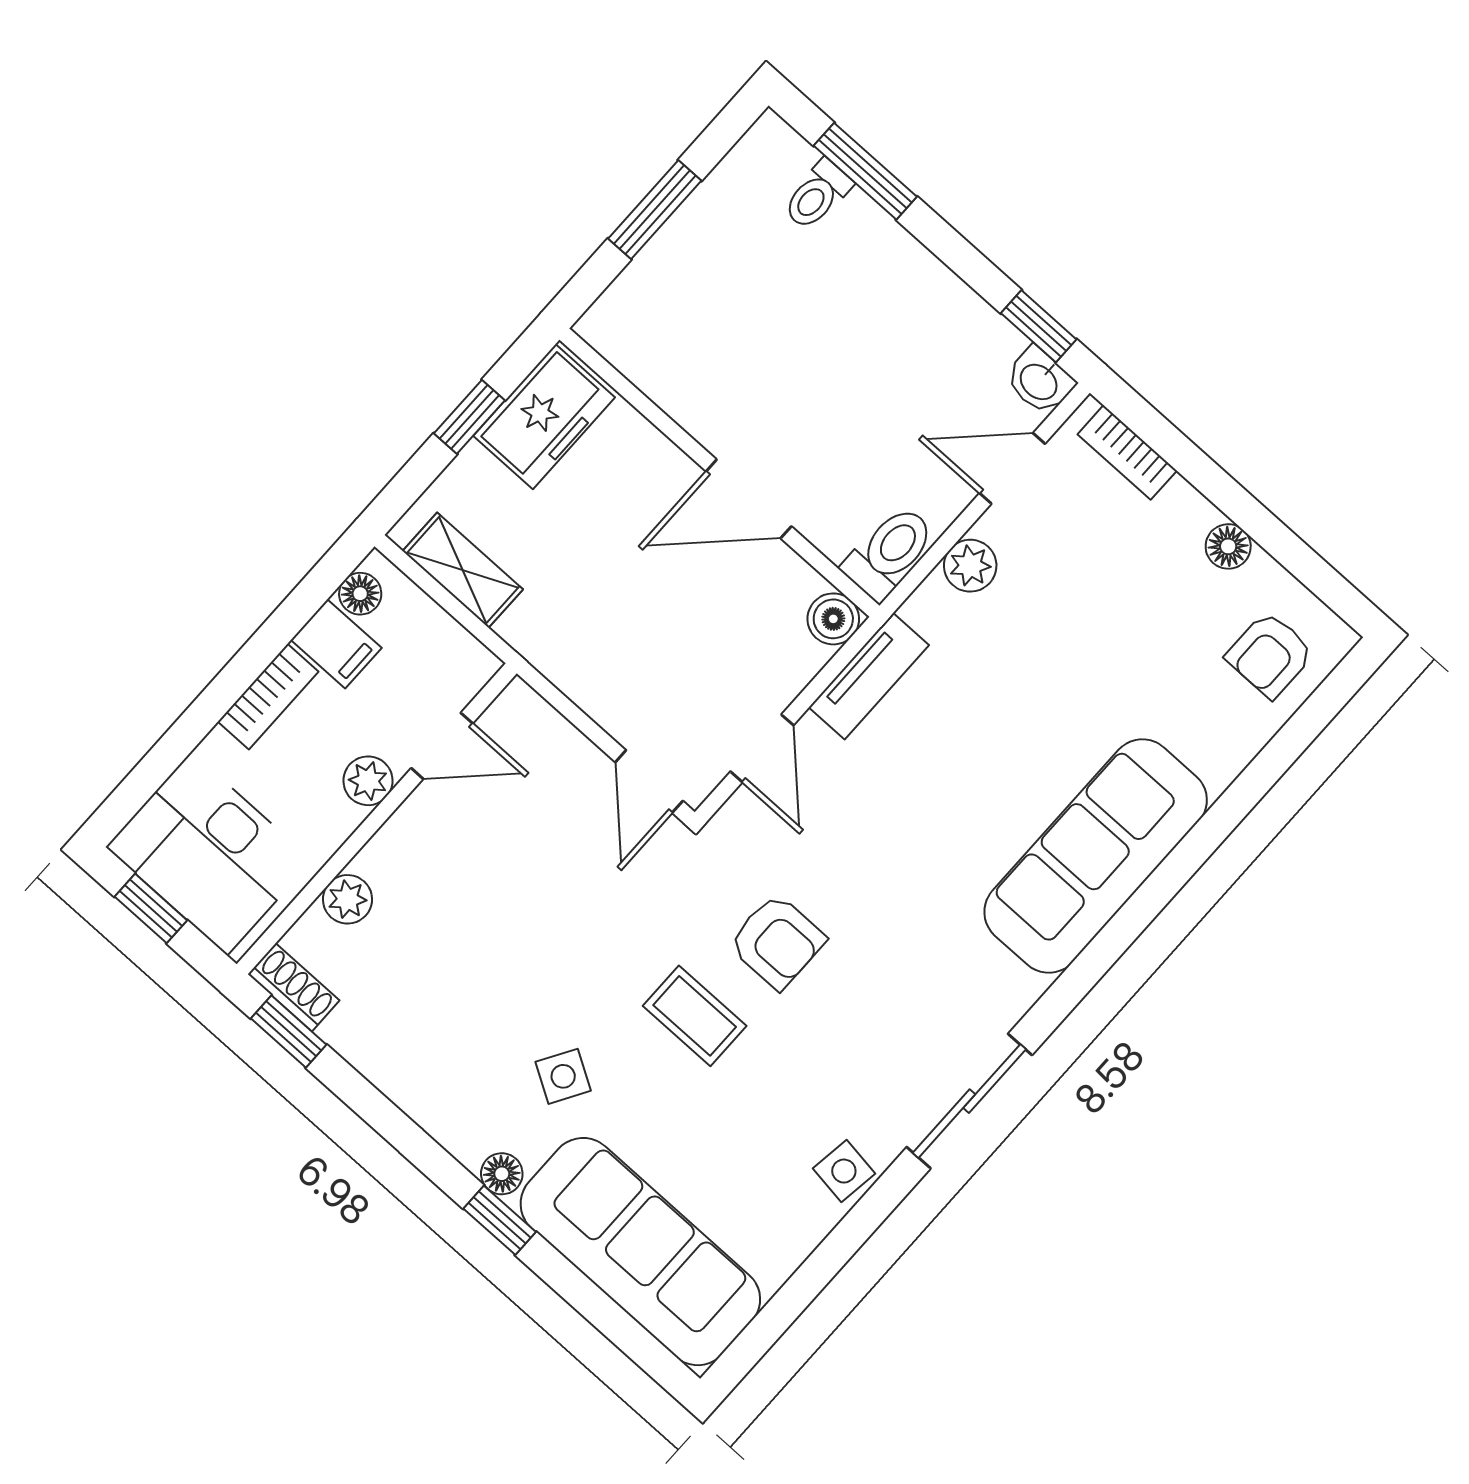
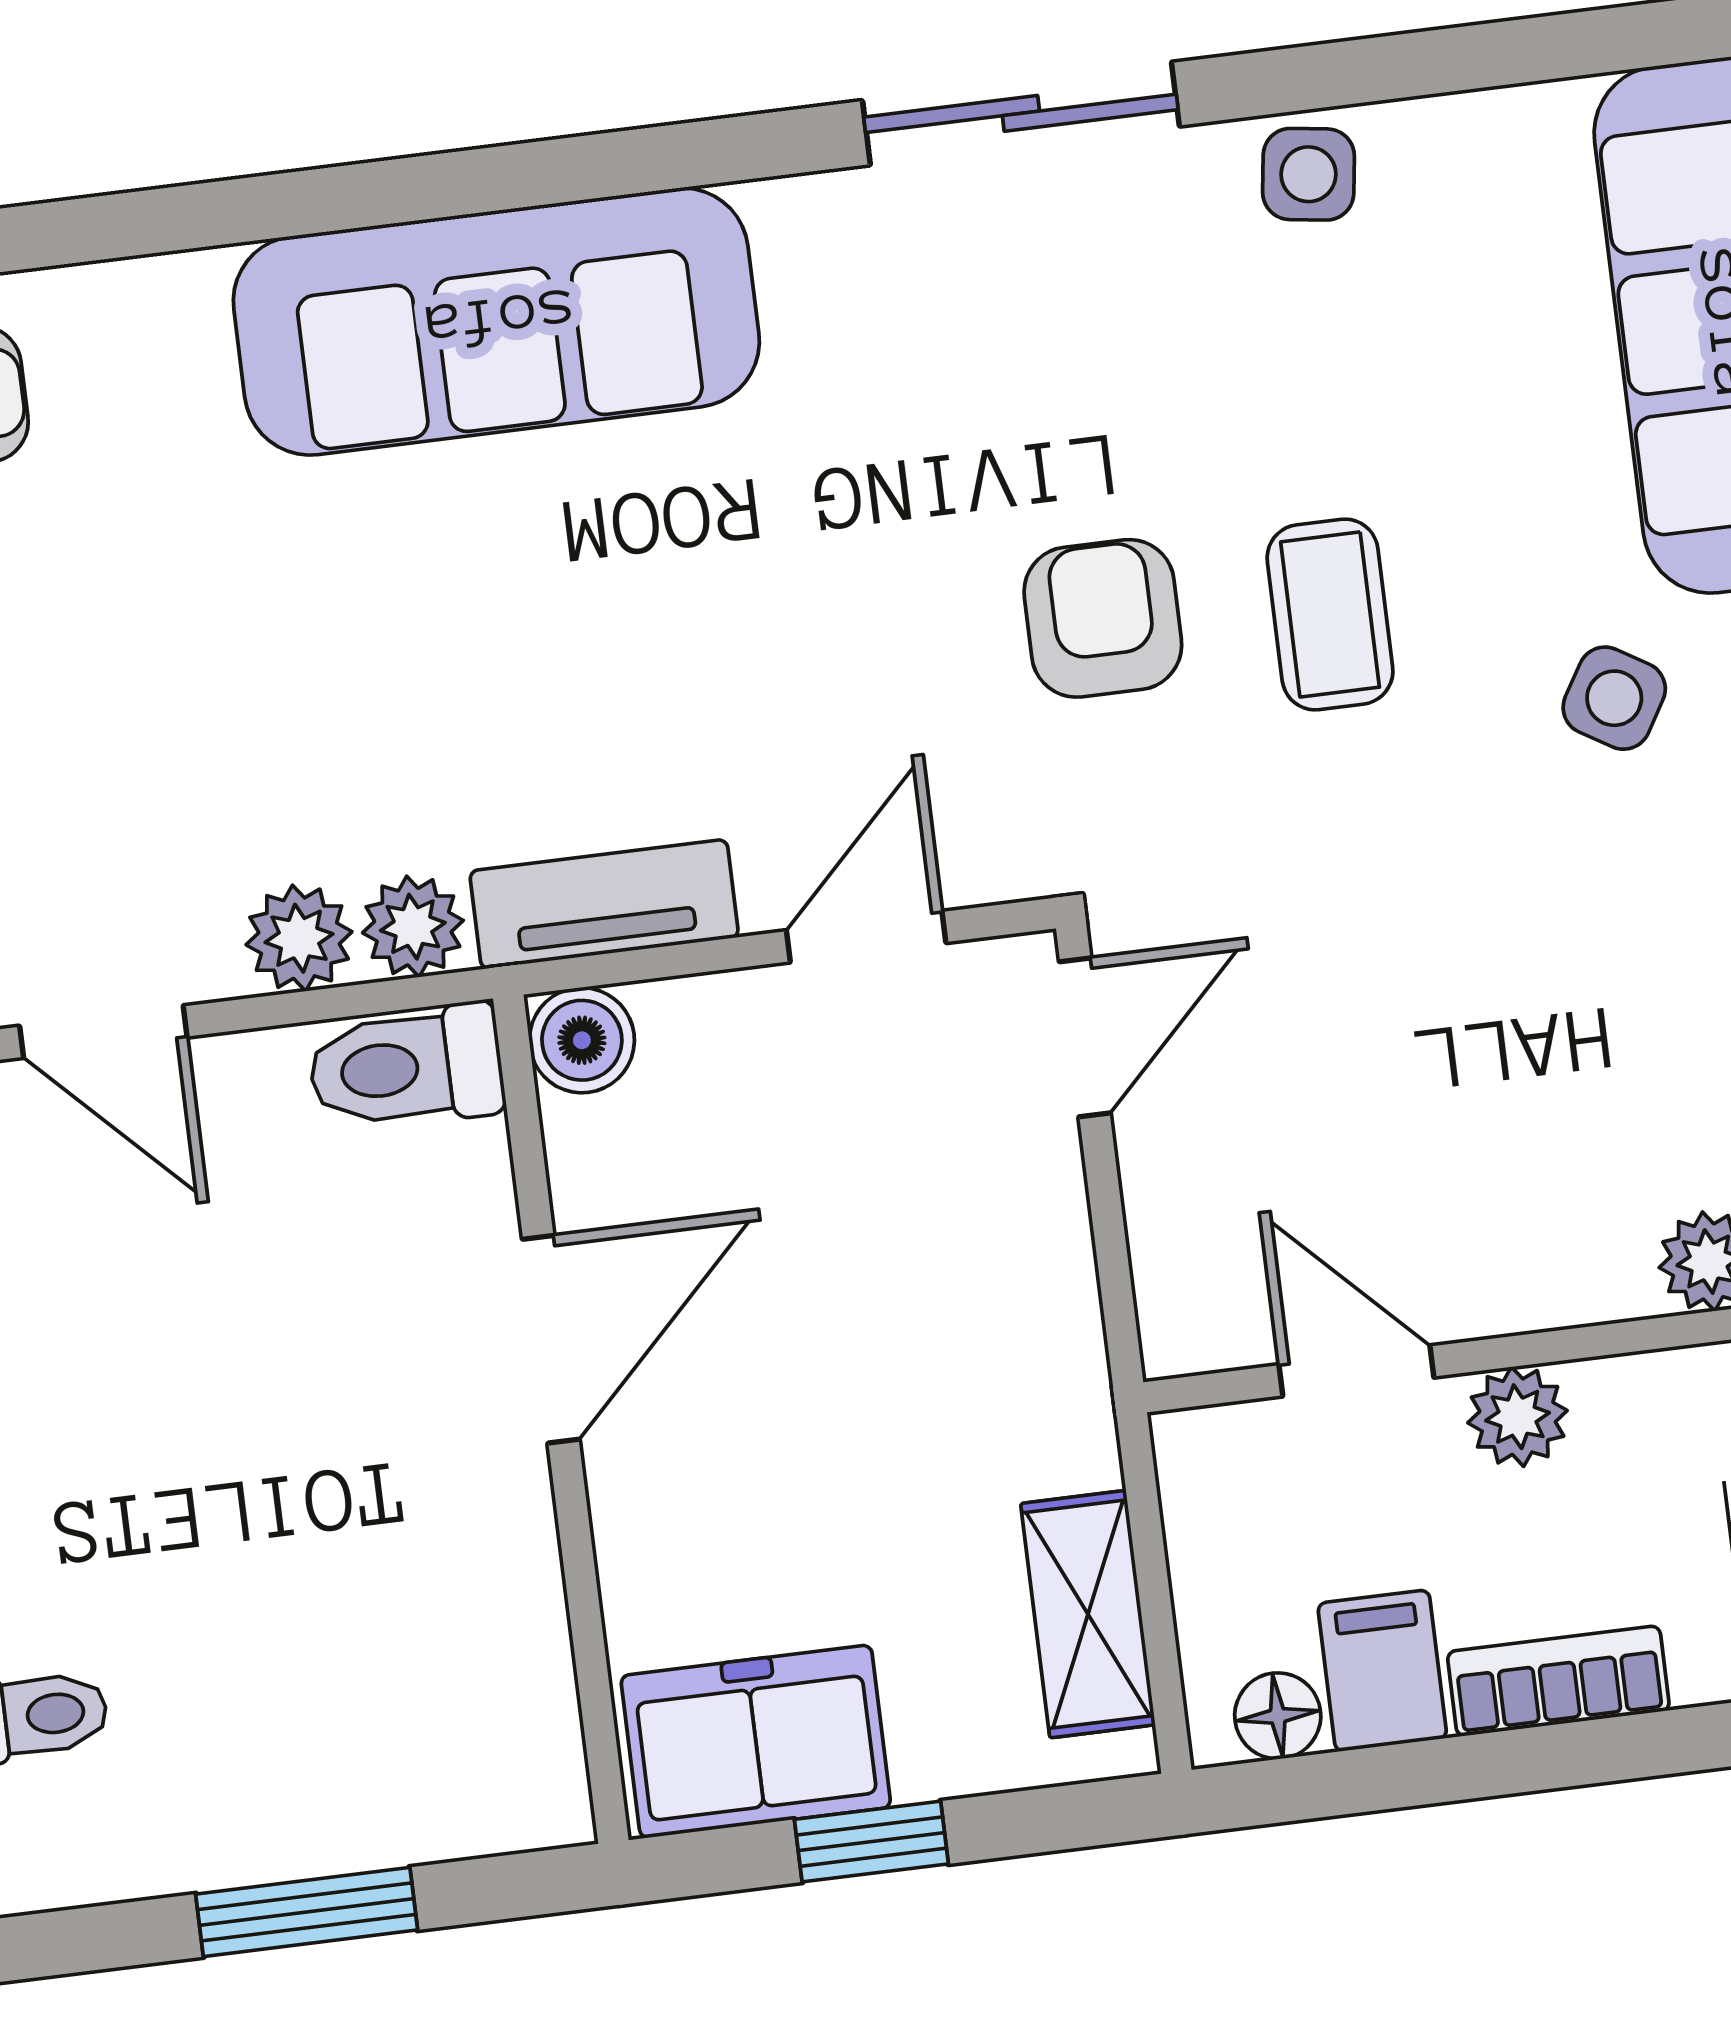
door: (749, 499) -> (551, 1339), hinge flipped
plant: (932, 606) -> (413, 927), added

